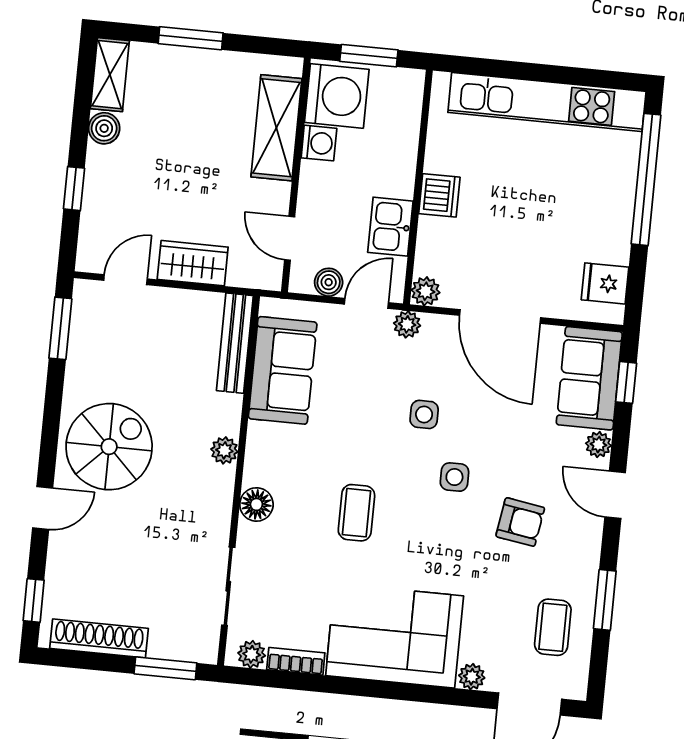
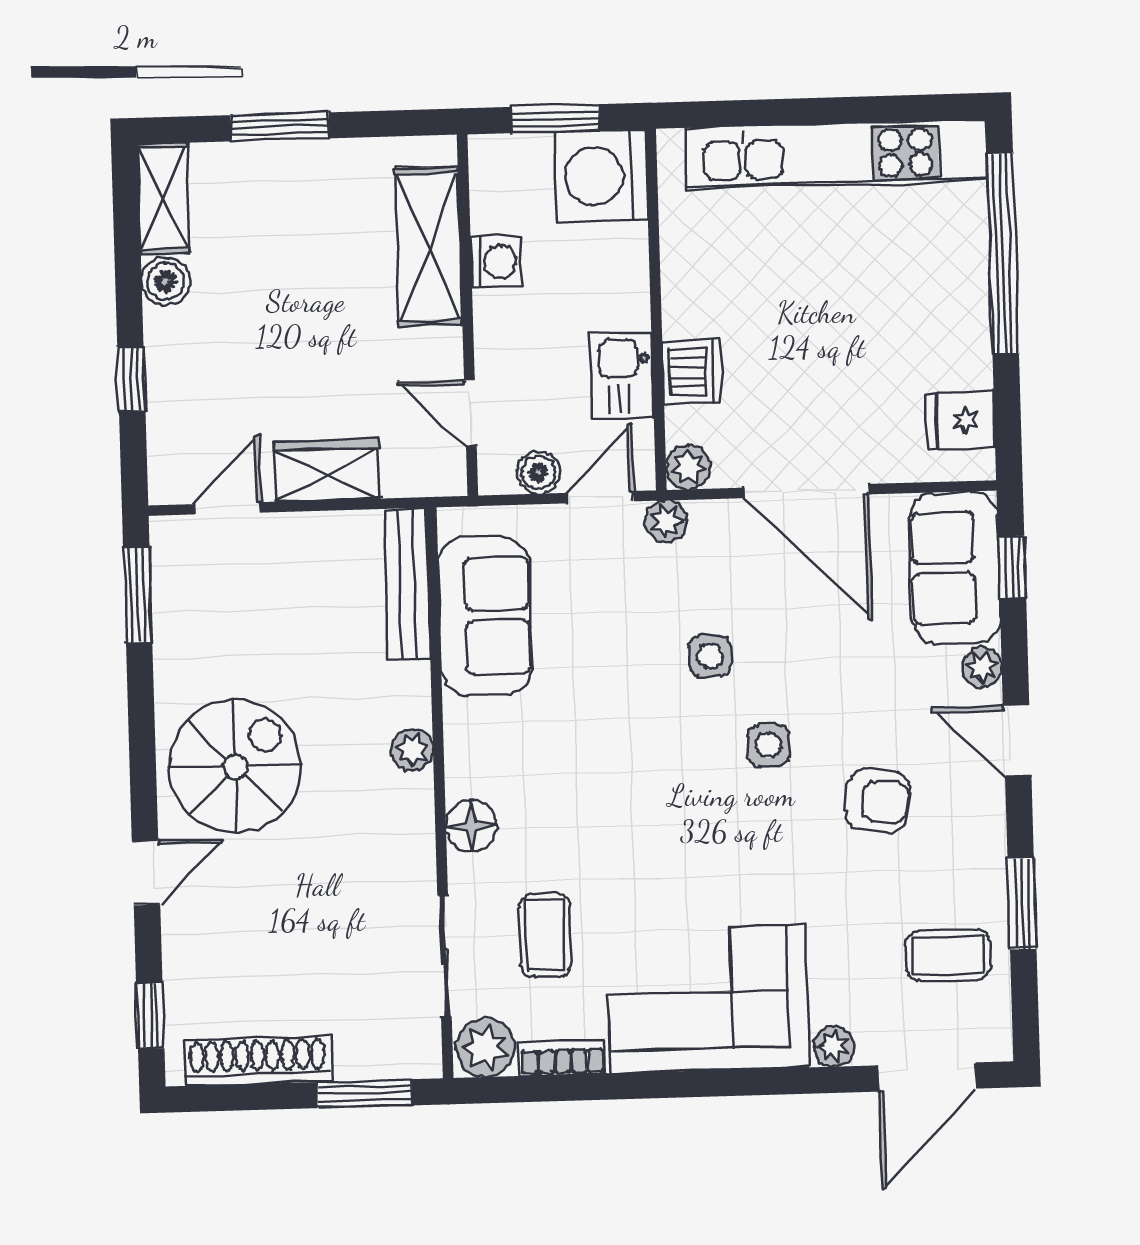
washing machine: (337, 96) -> (601, 176), moved, turned 180
dishwasher: (439, 195) -> (692, 372), moved
coffee table: (356, 513) -> (545, 935), moved
coffee table: (553, 627) -> (948, 955), turned 90
plant: (252, 654) -> (485, 1048), width x1.38, depth x1.38

